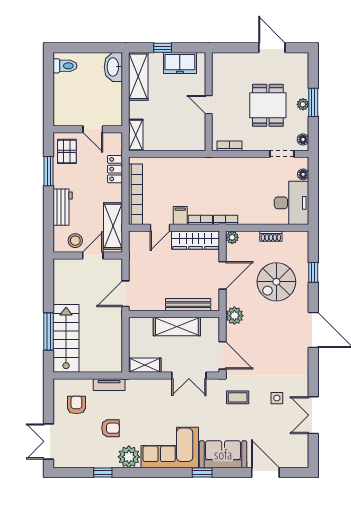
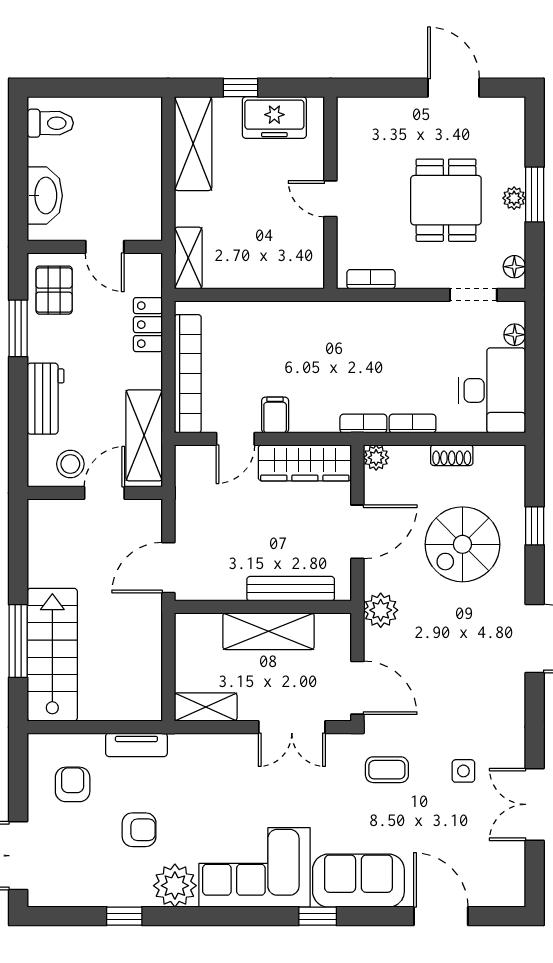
washbasin: (113, 67) -> (45, 196), moved, turned 180
bookcase: (200, 220) -> (413, 424), moved

